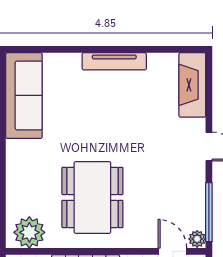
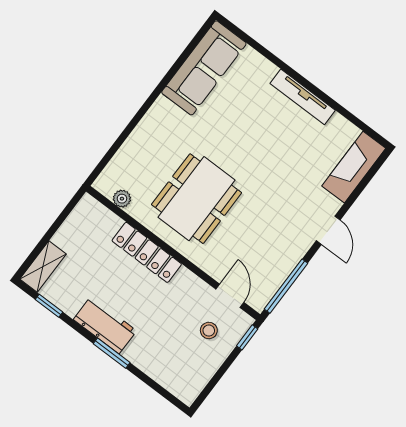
plant: (29, 232) -> (122, 199), width x0.53, depth x0.53
plant: (197, 239) -> (259, 301), removed

